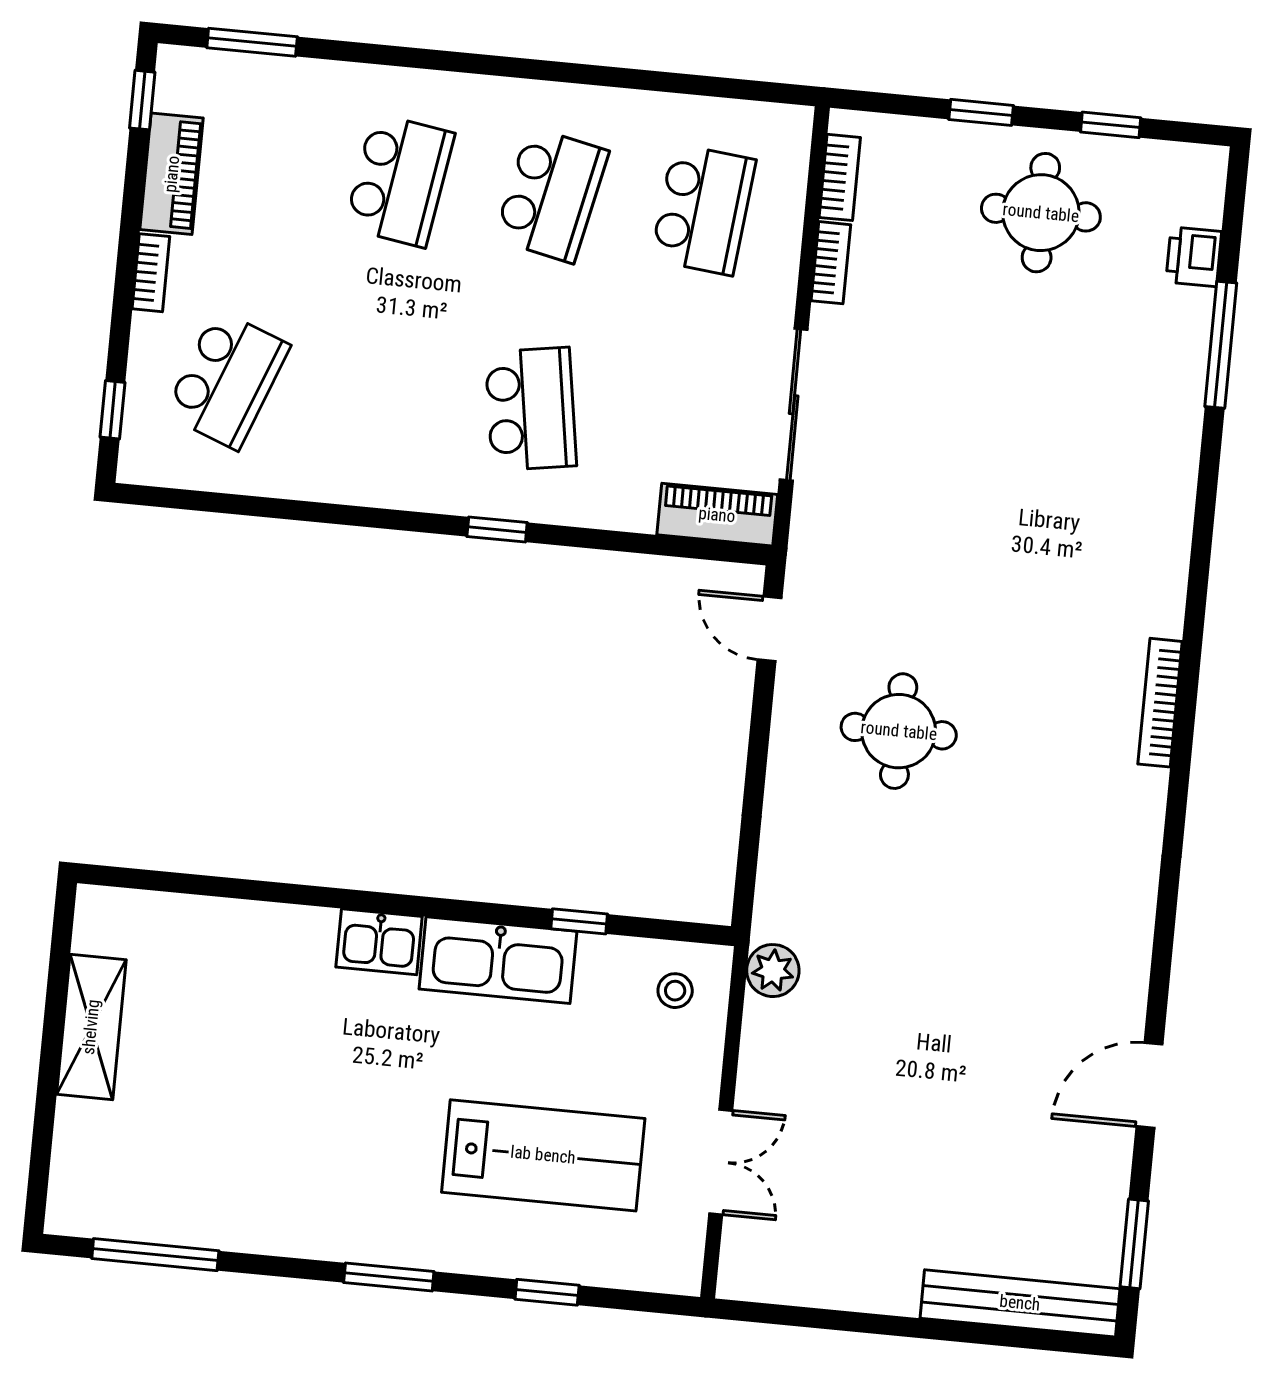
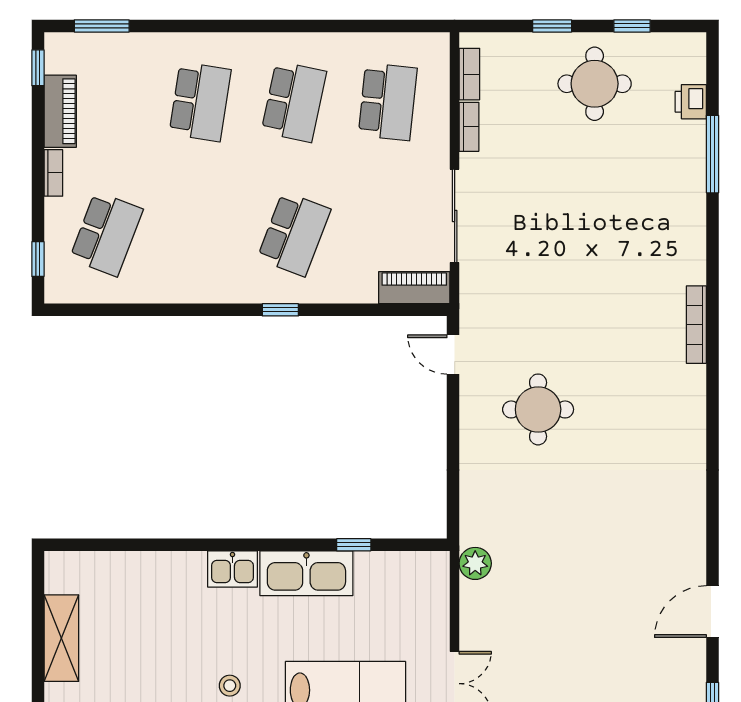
school desk: (531, 409) -> (294, 234), turned 30
bookcase: (1160, 703) -> (696, 325), moved
stool: (675, 991) -> (230, 686), moved

